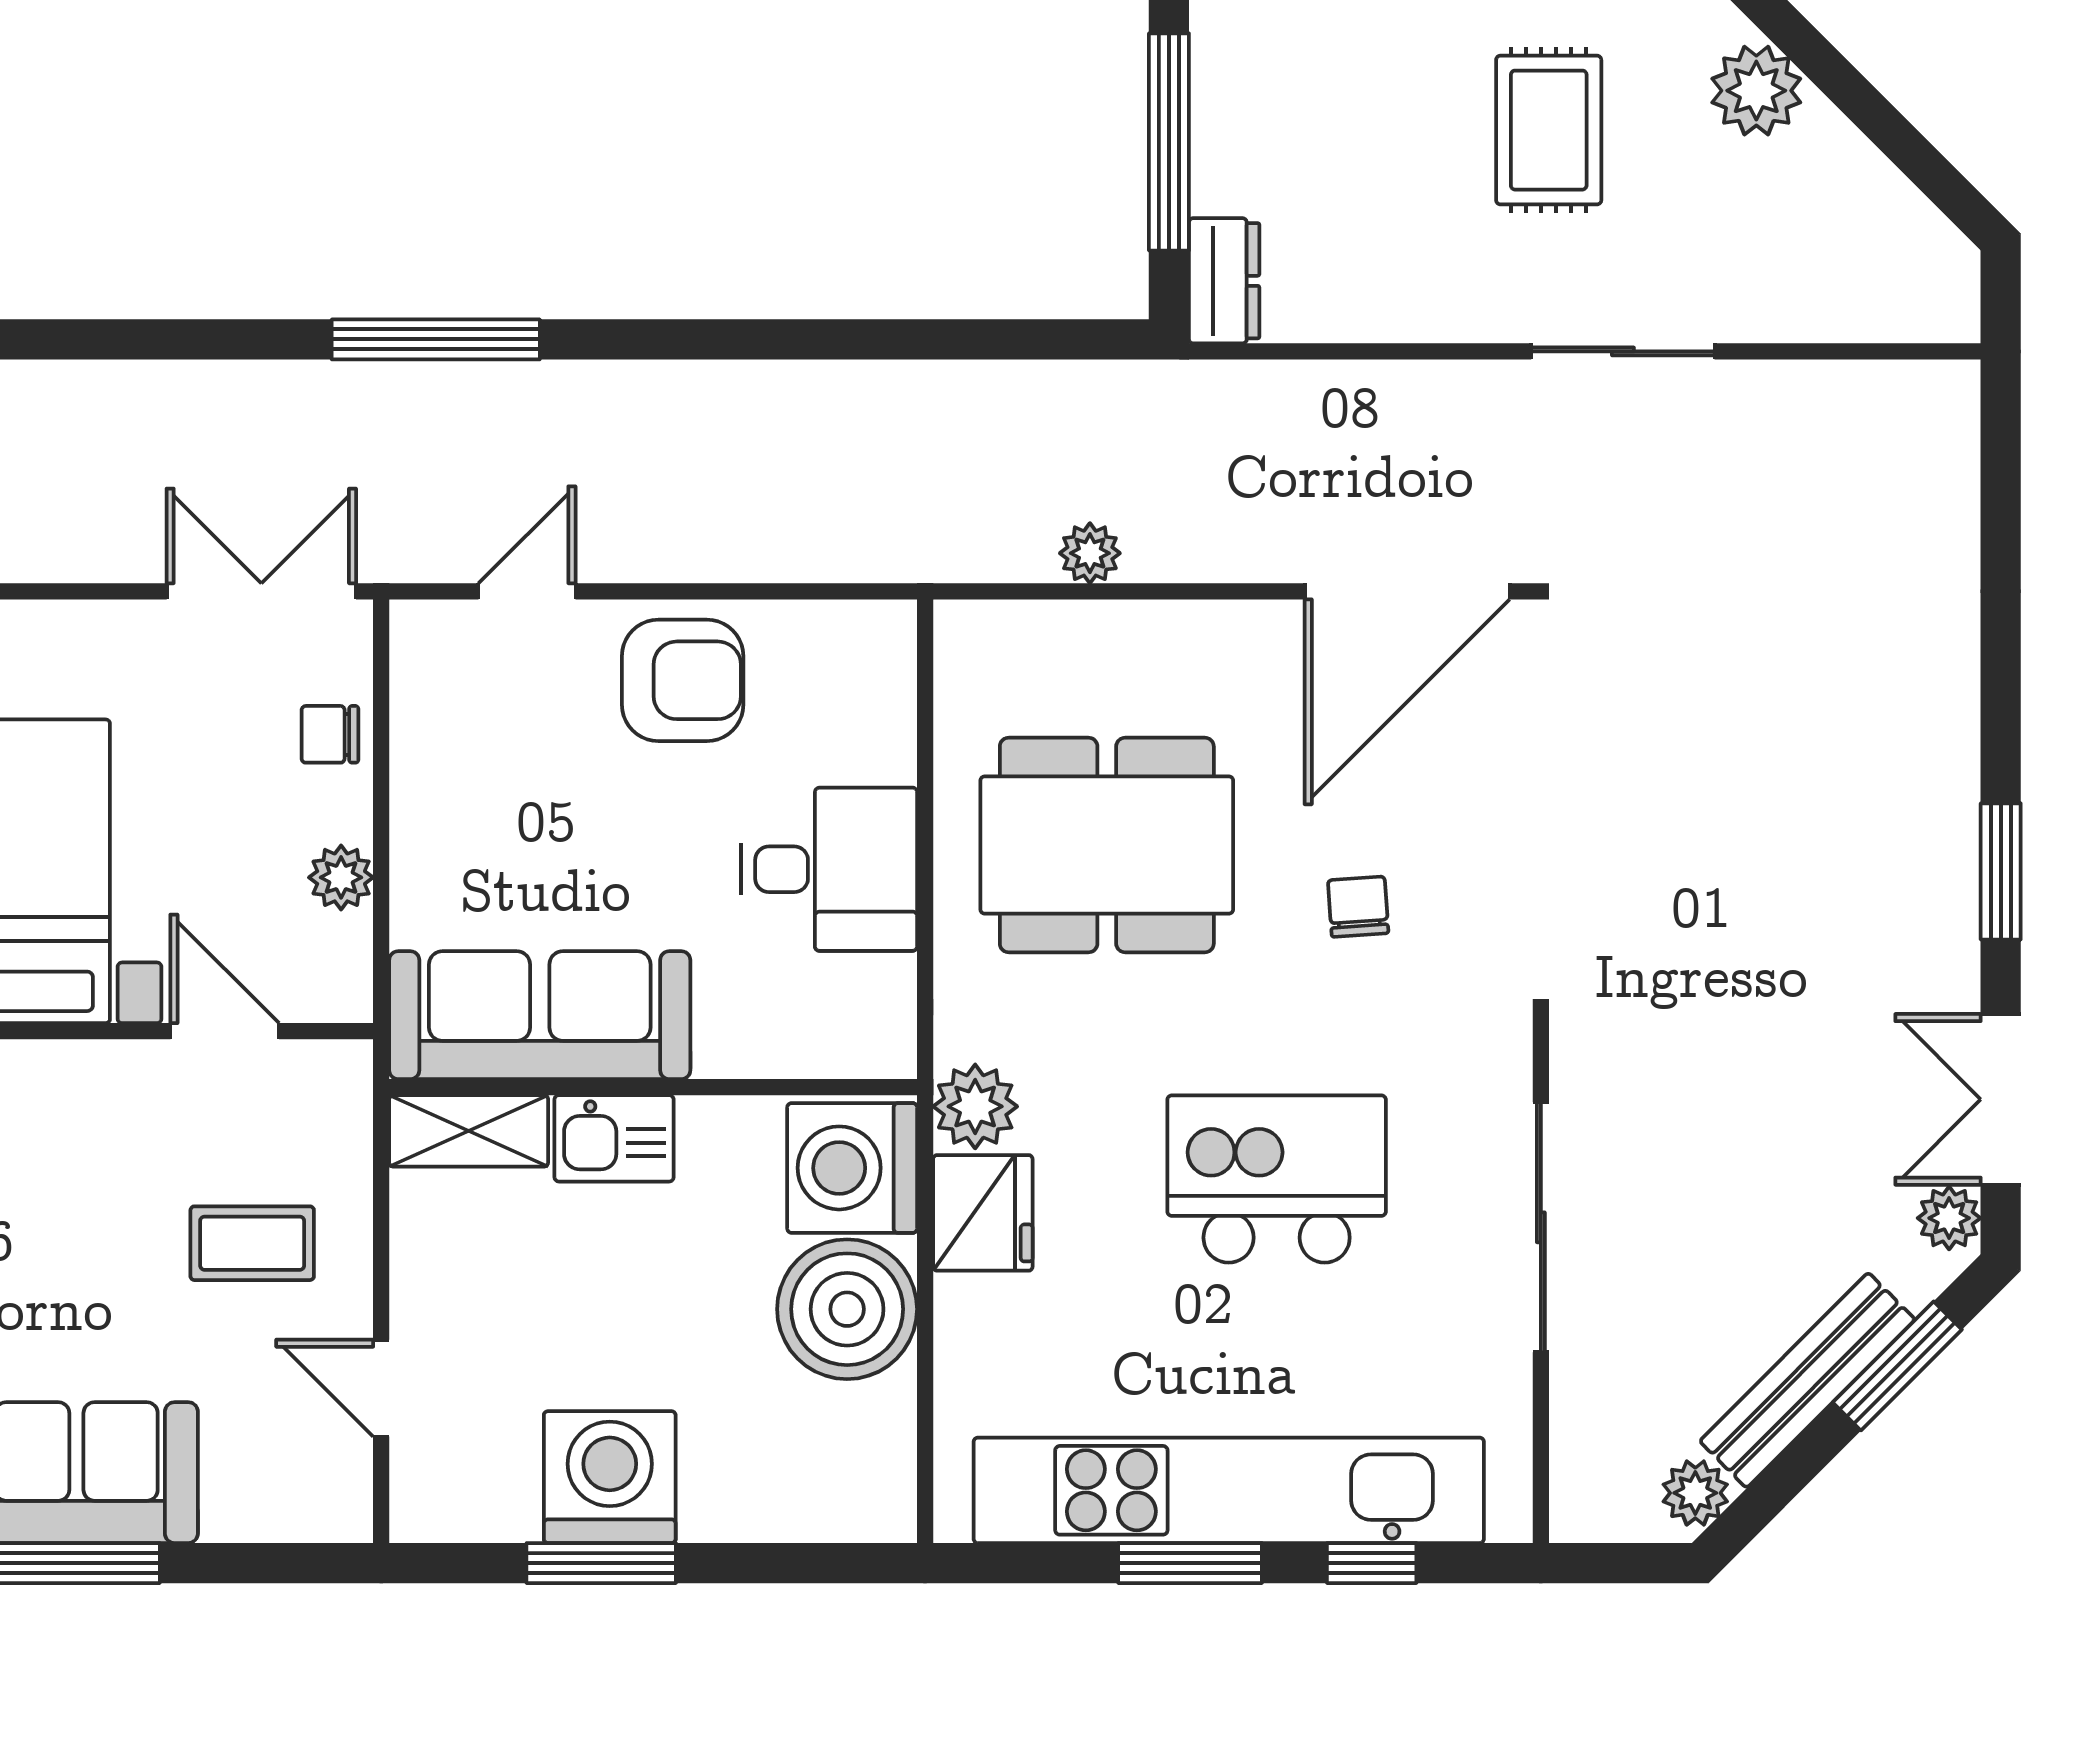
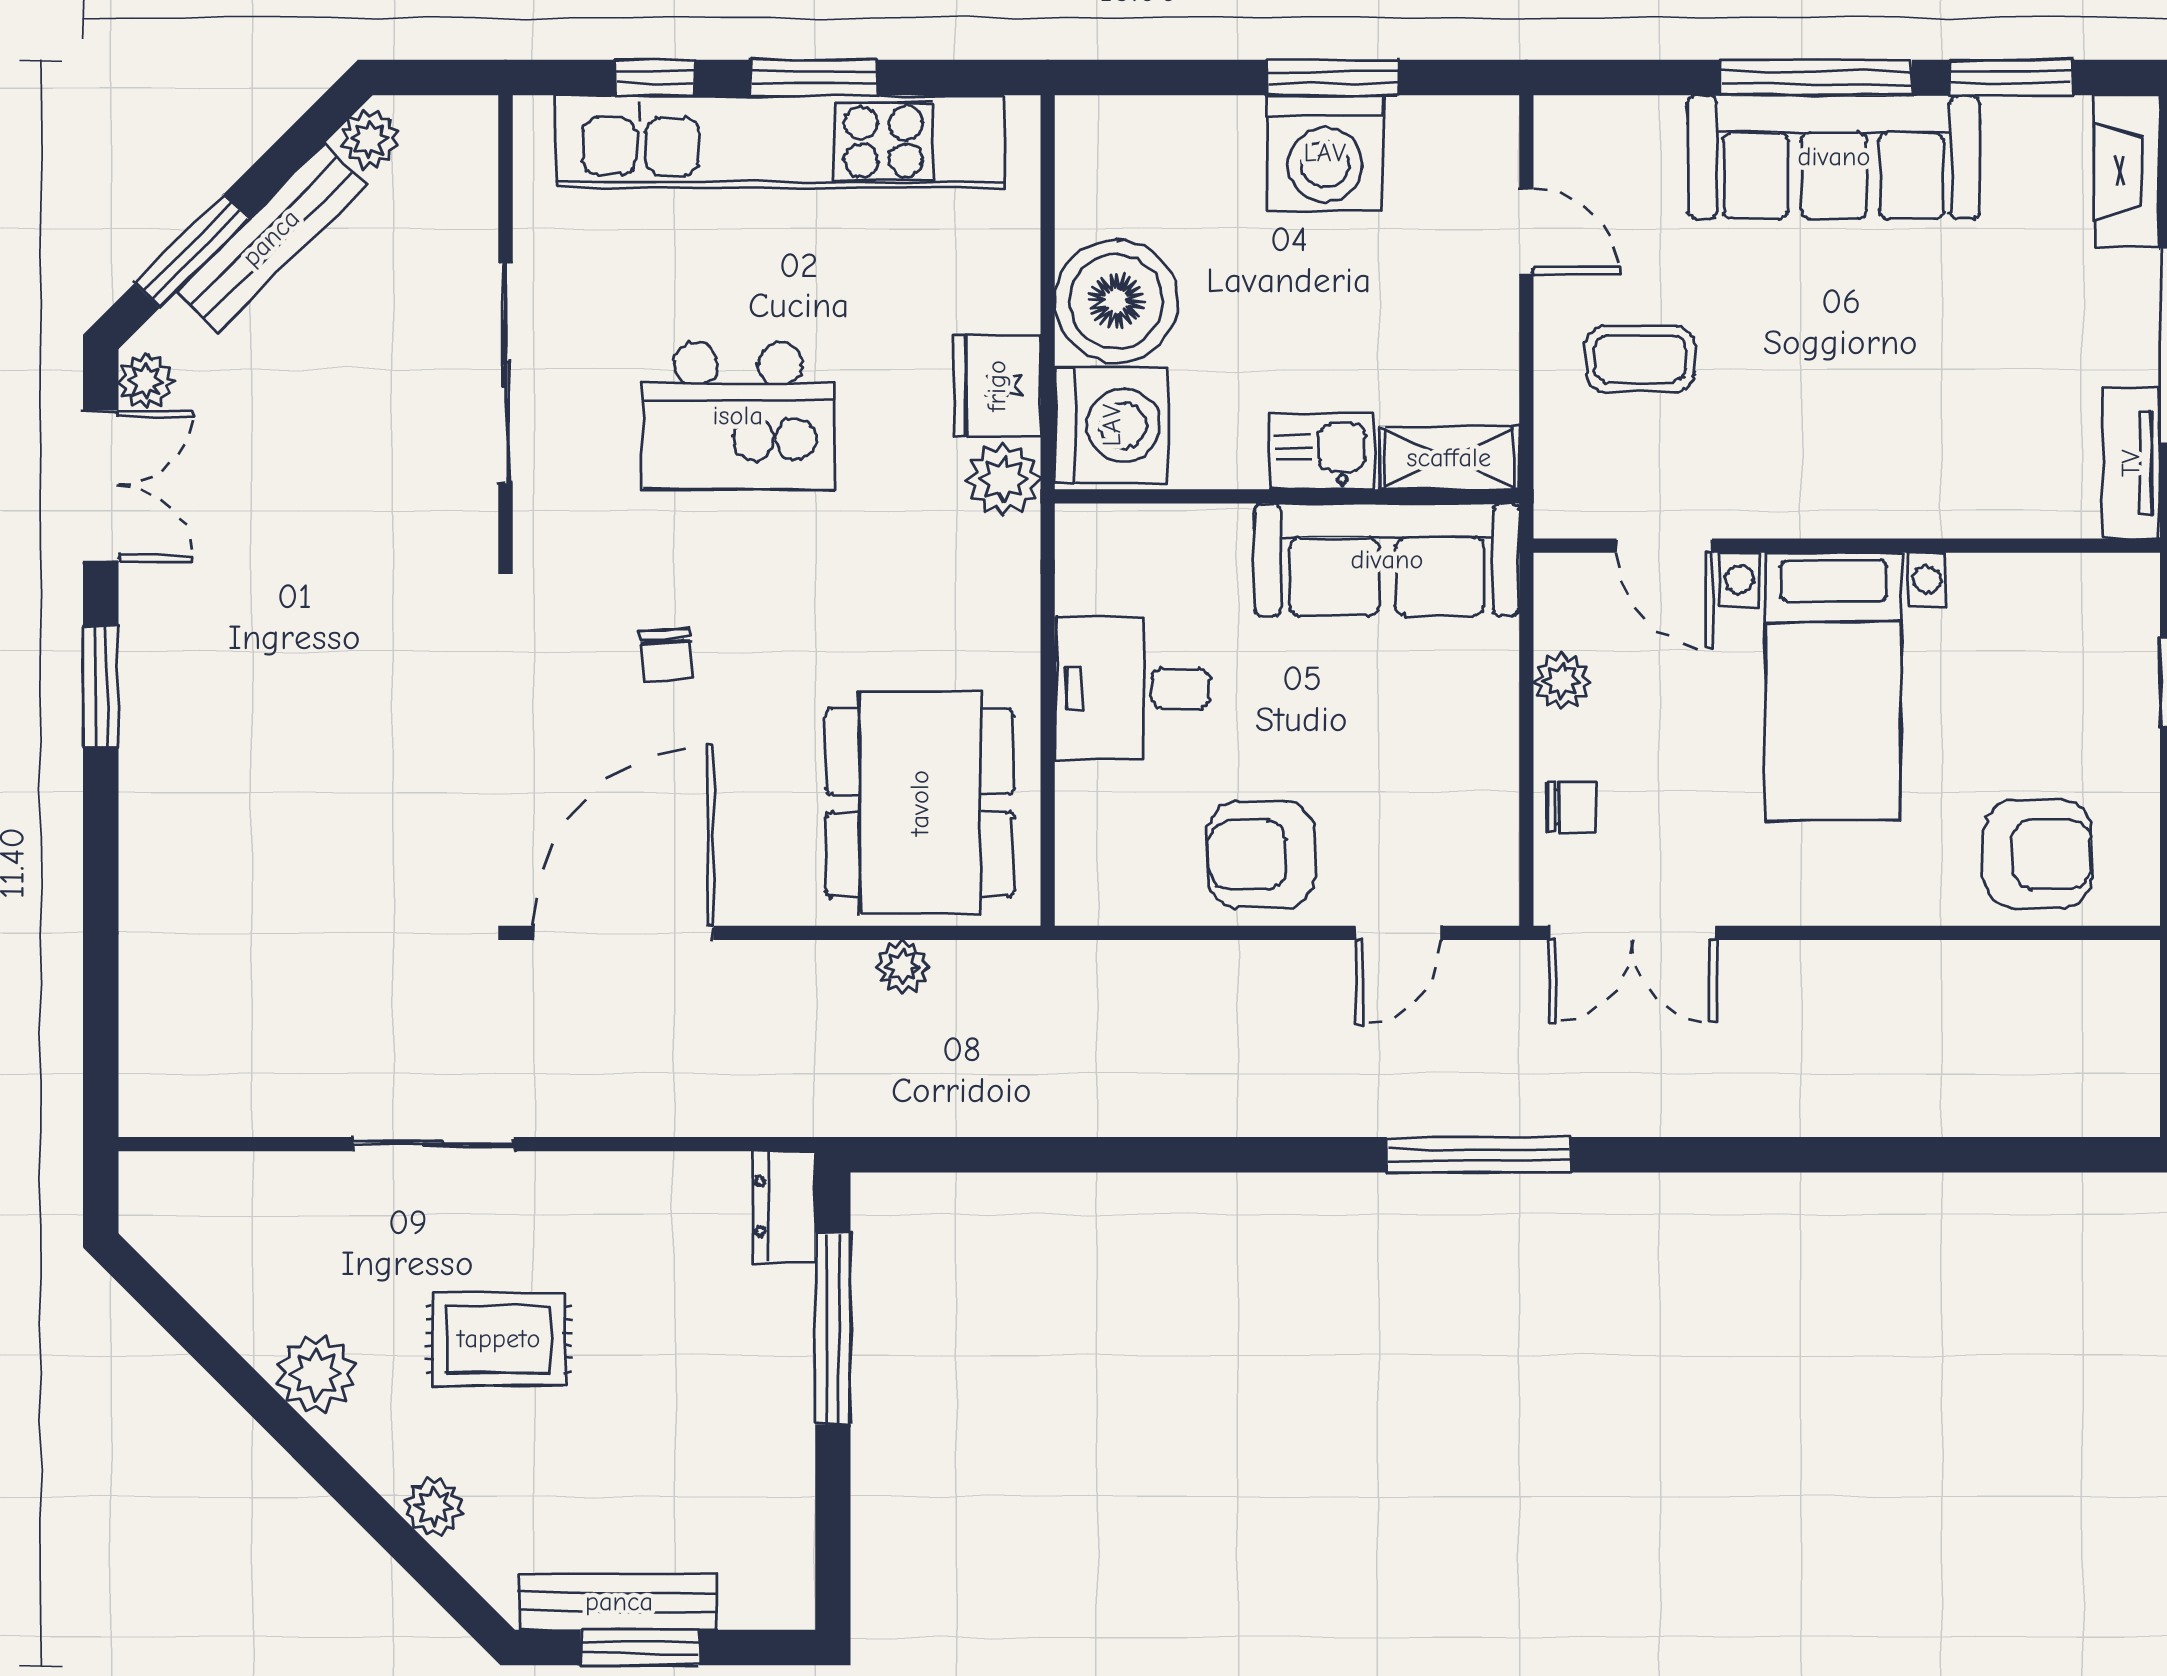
rug: (1549, 130) -> (499, 1339), turned 90
dining table: (1107, 845) -> (920, 803), moved, turned 90

